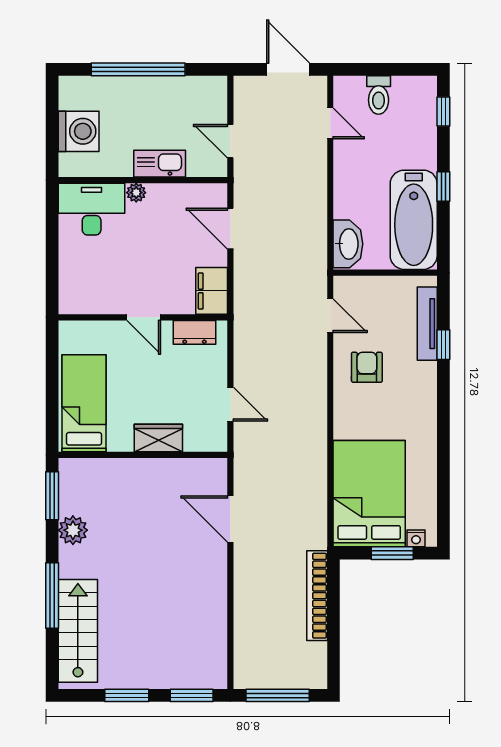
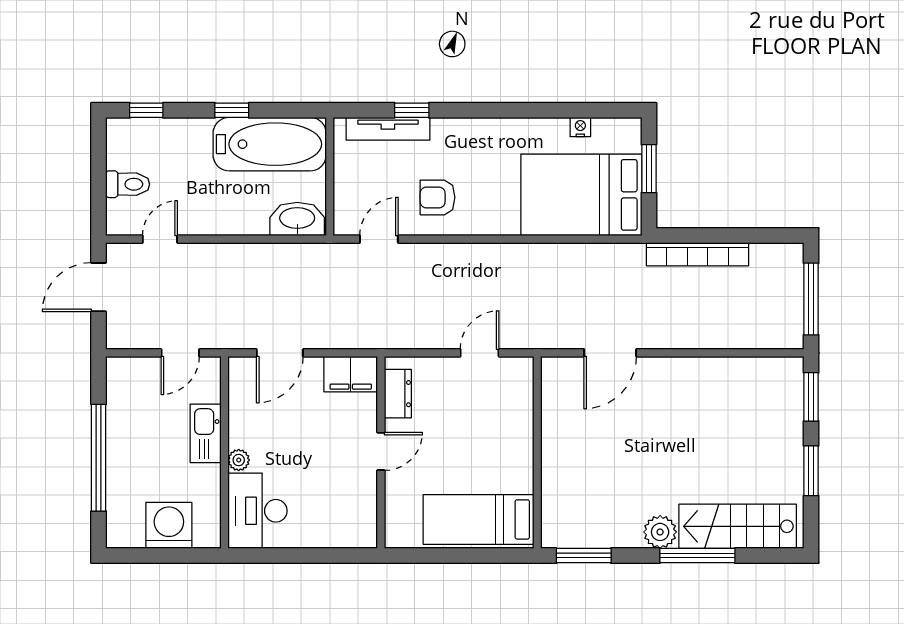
wardrobe: (158, 438) -> (518, 435), removed
plant: (73, 530) -> (660, 532), moved
nightstand: (416, 538) -> (580, 127), moved, turned -90

